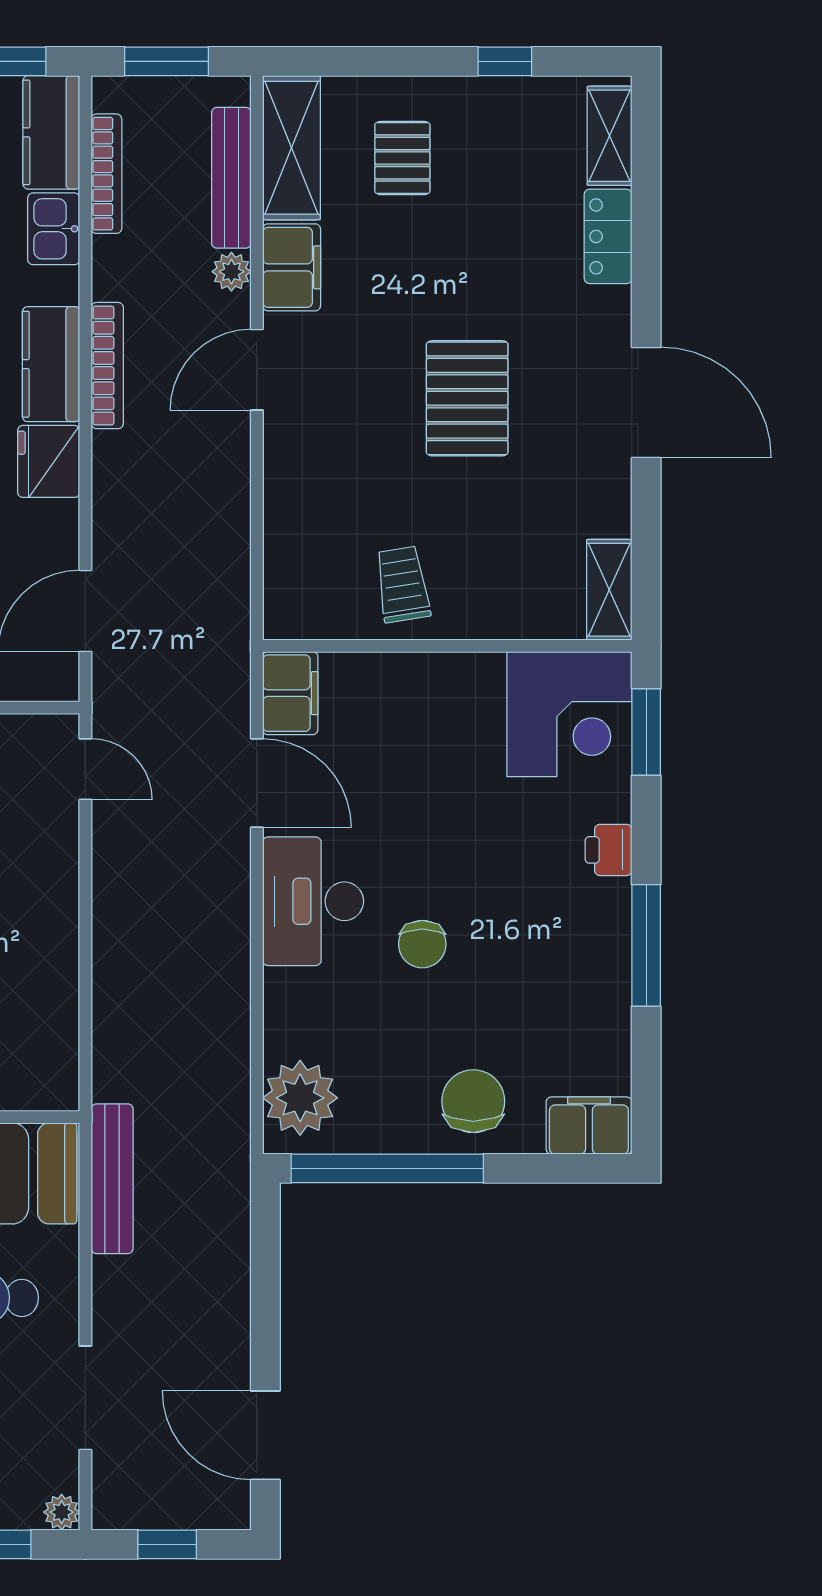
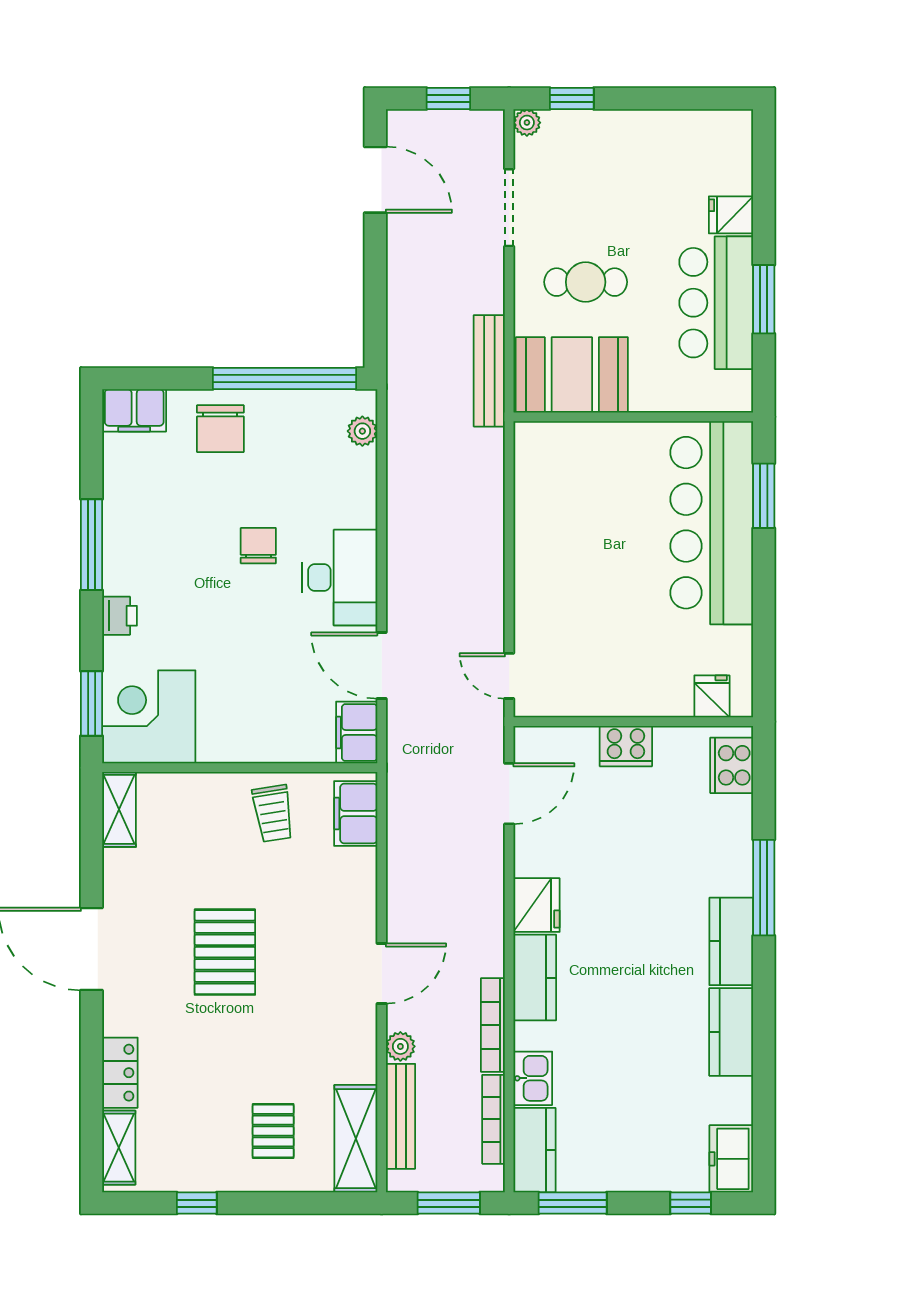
filing cabinet: (292, 267) -> (356, 813), moved
bookcase: (107, 366) -> (493, 1025), moved
plant: (300, 1098) -> (362, 431), width x0.53, depth x0.53

